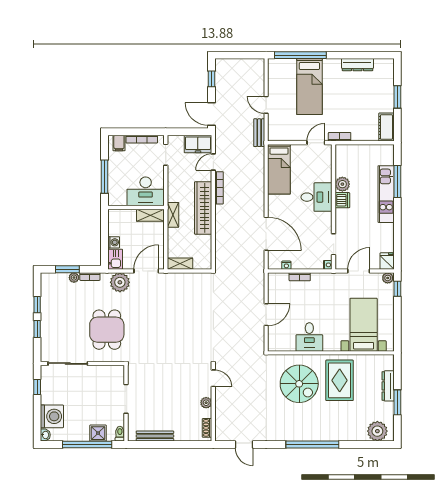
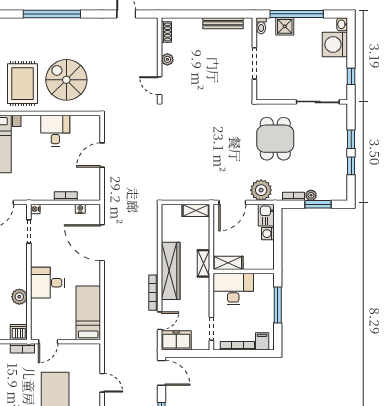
bench: (259, 133) -> (110, 353), removed
dishwasher: (342, 200) -> (19, 332), moved, turned 90

